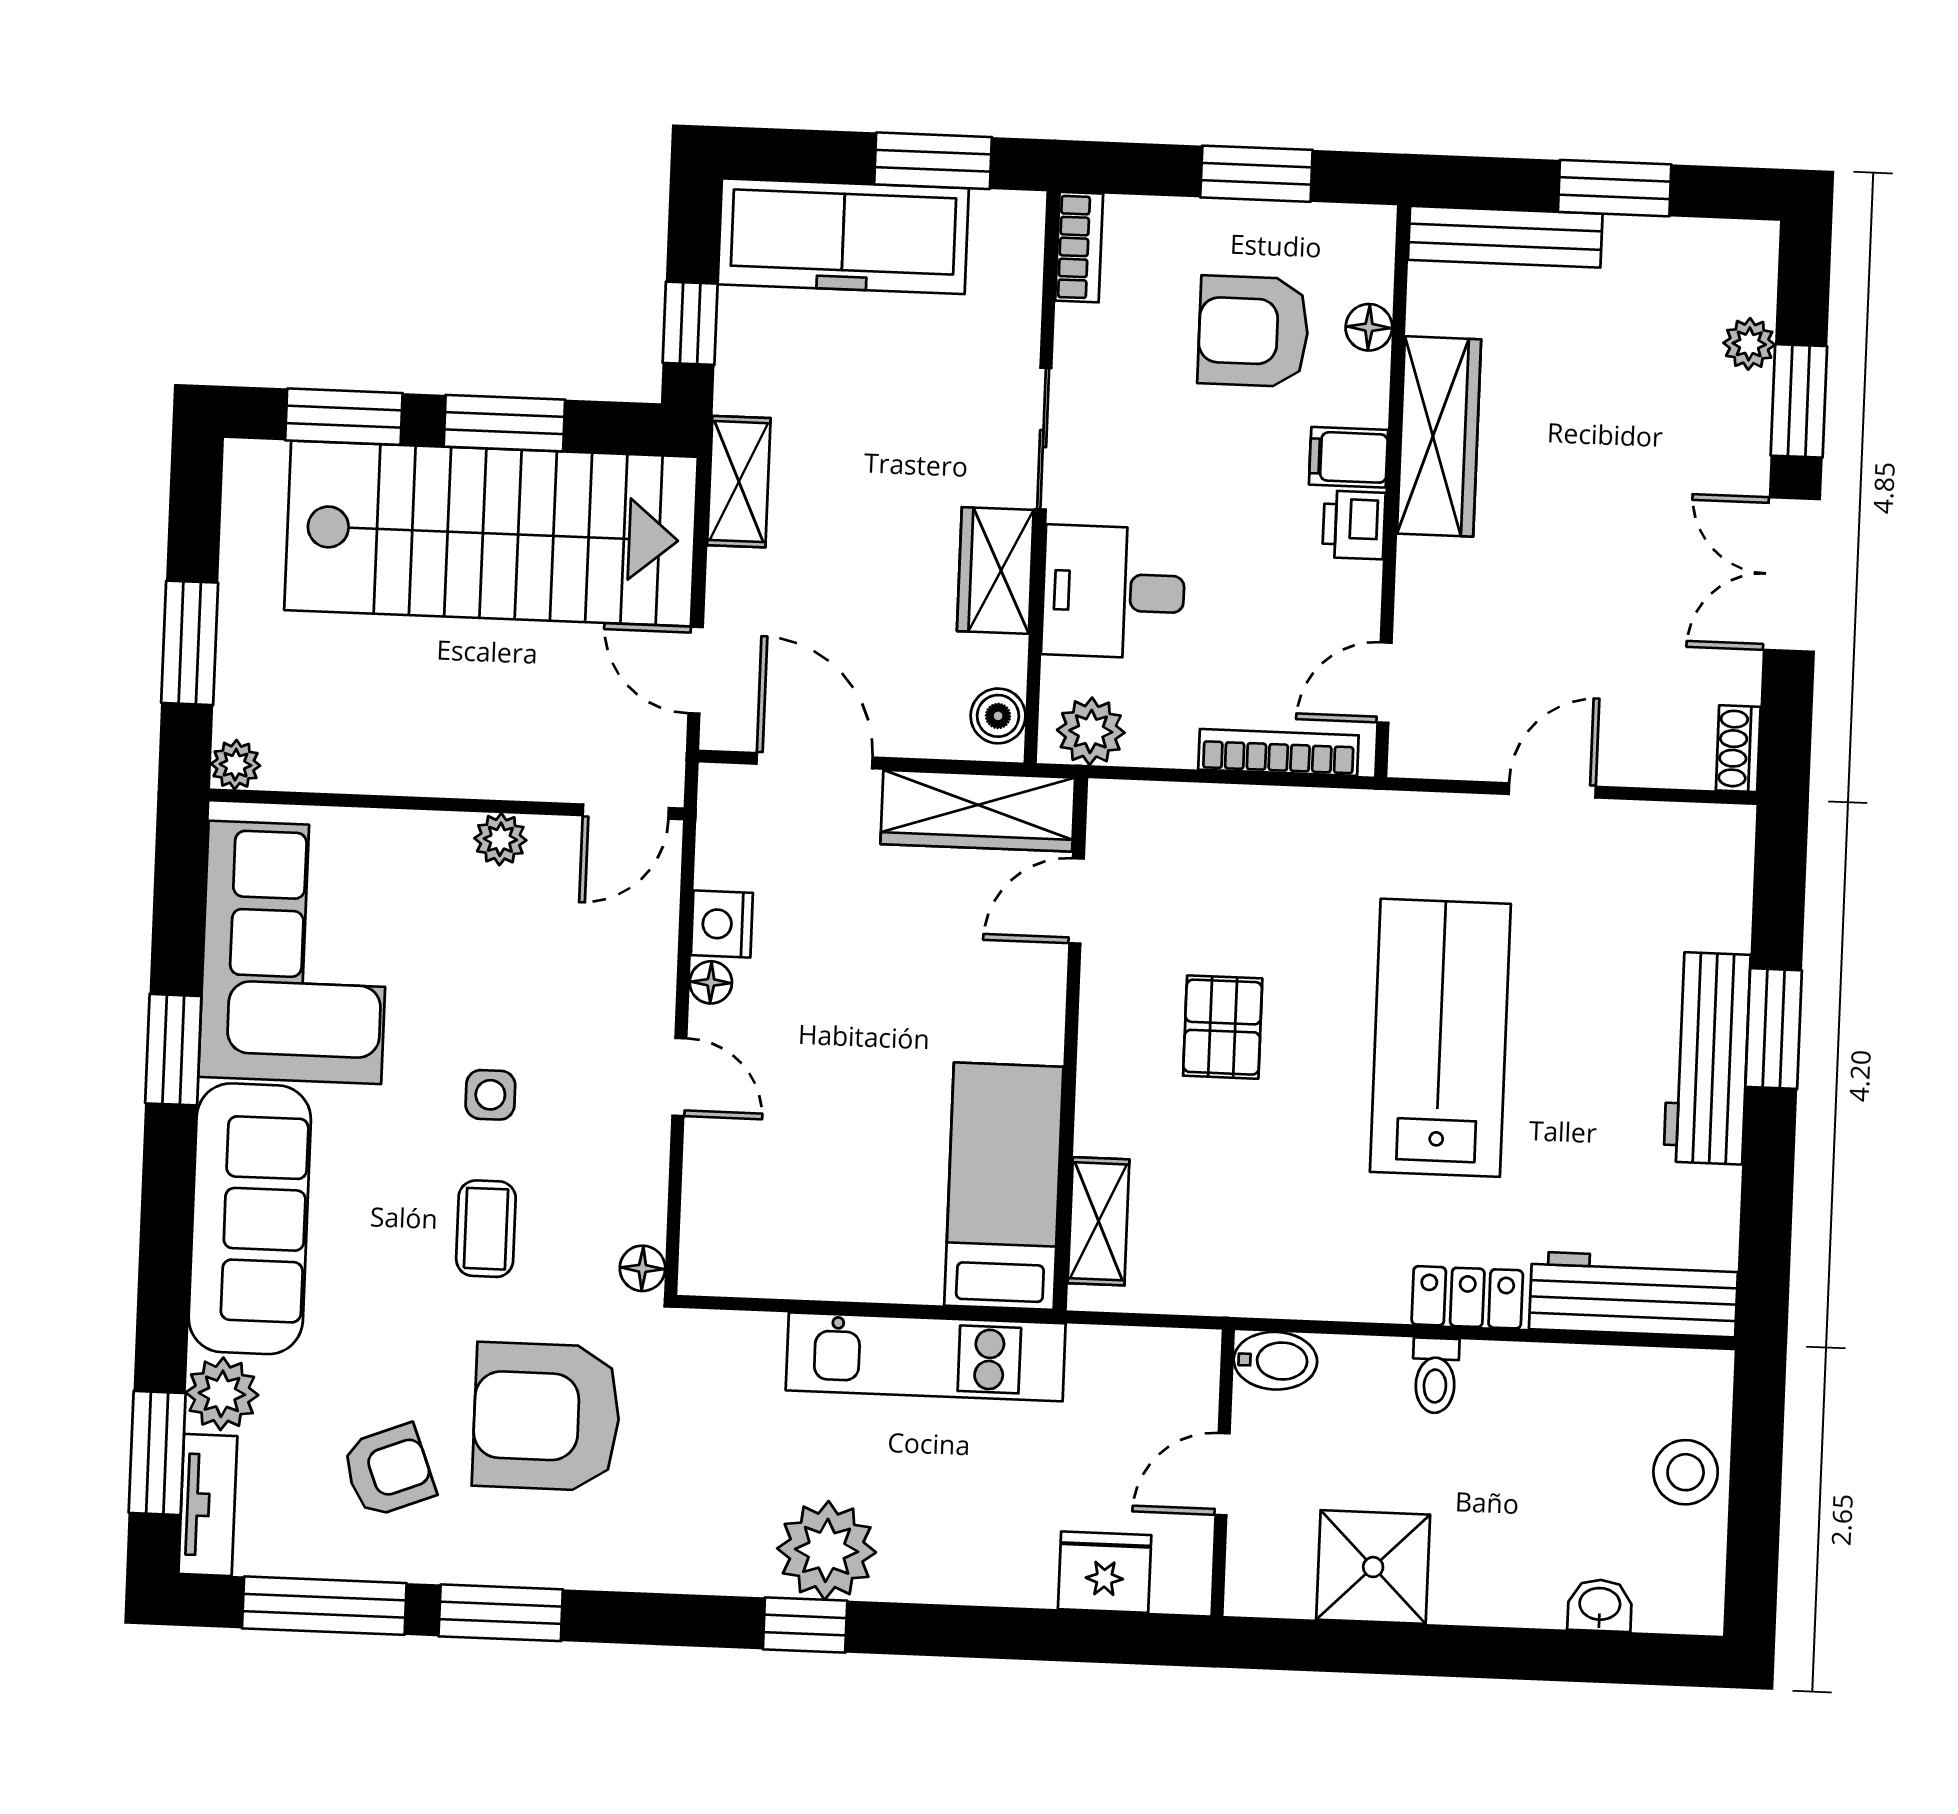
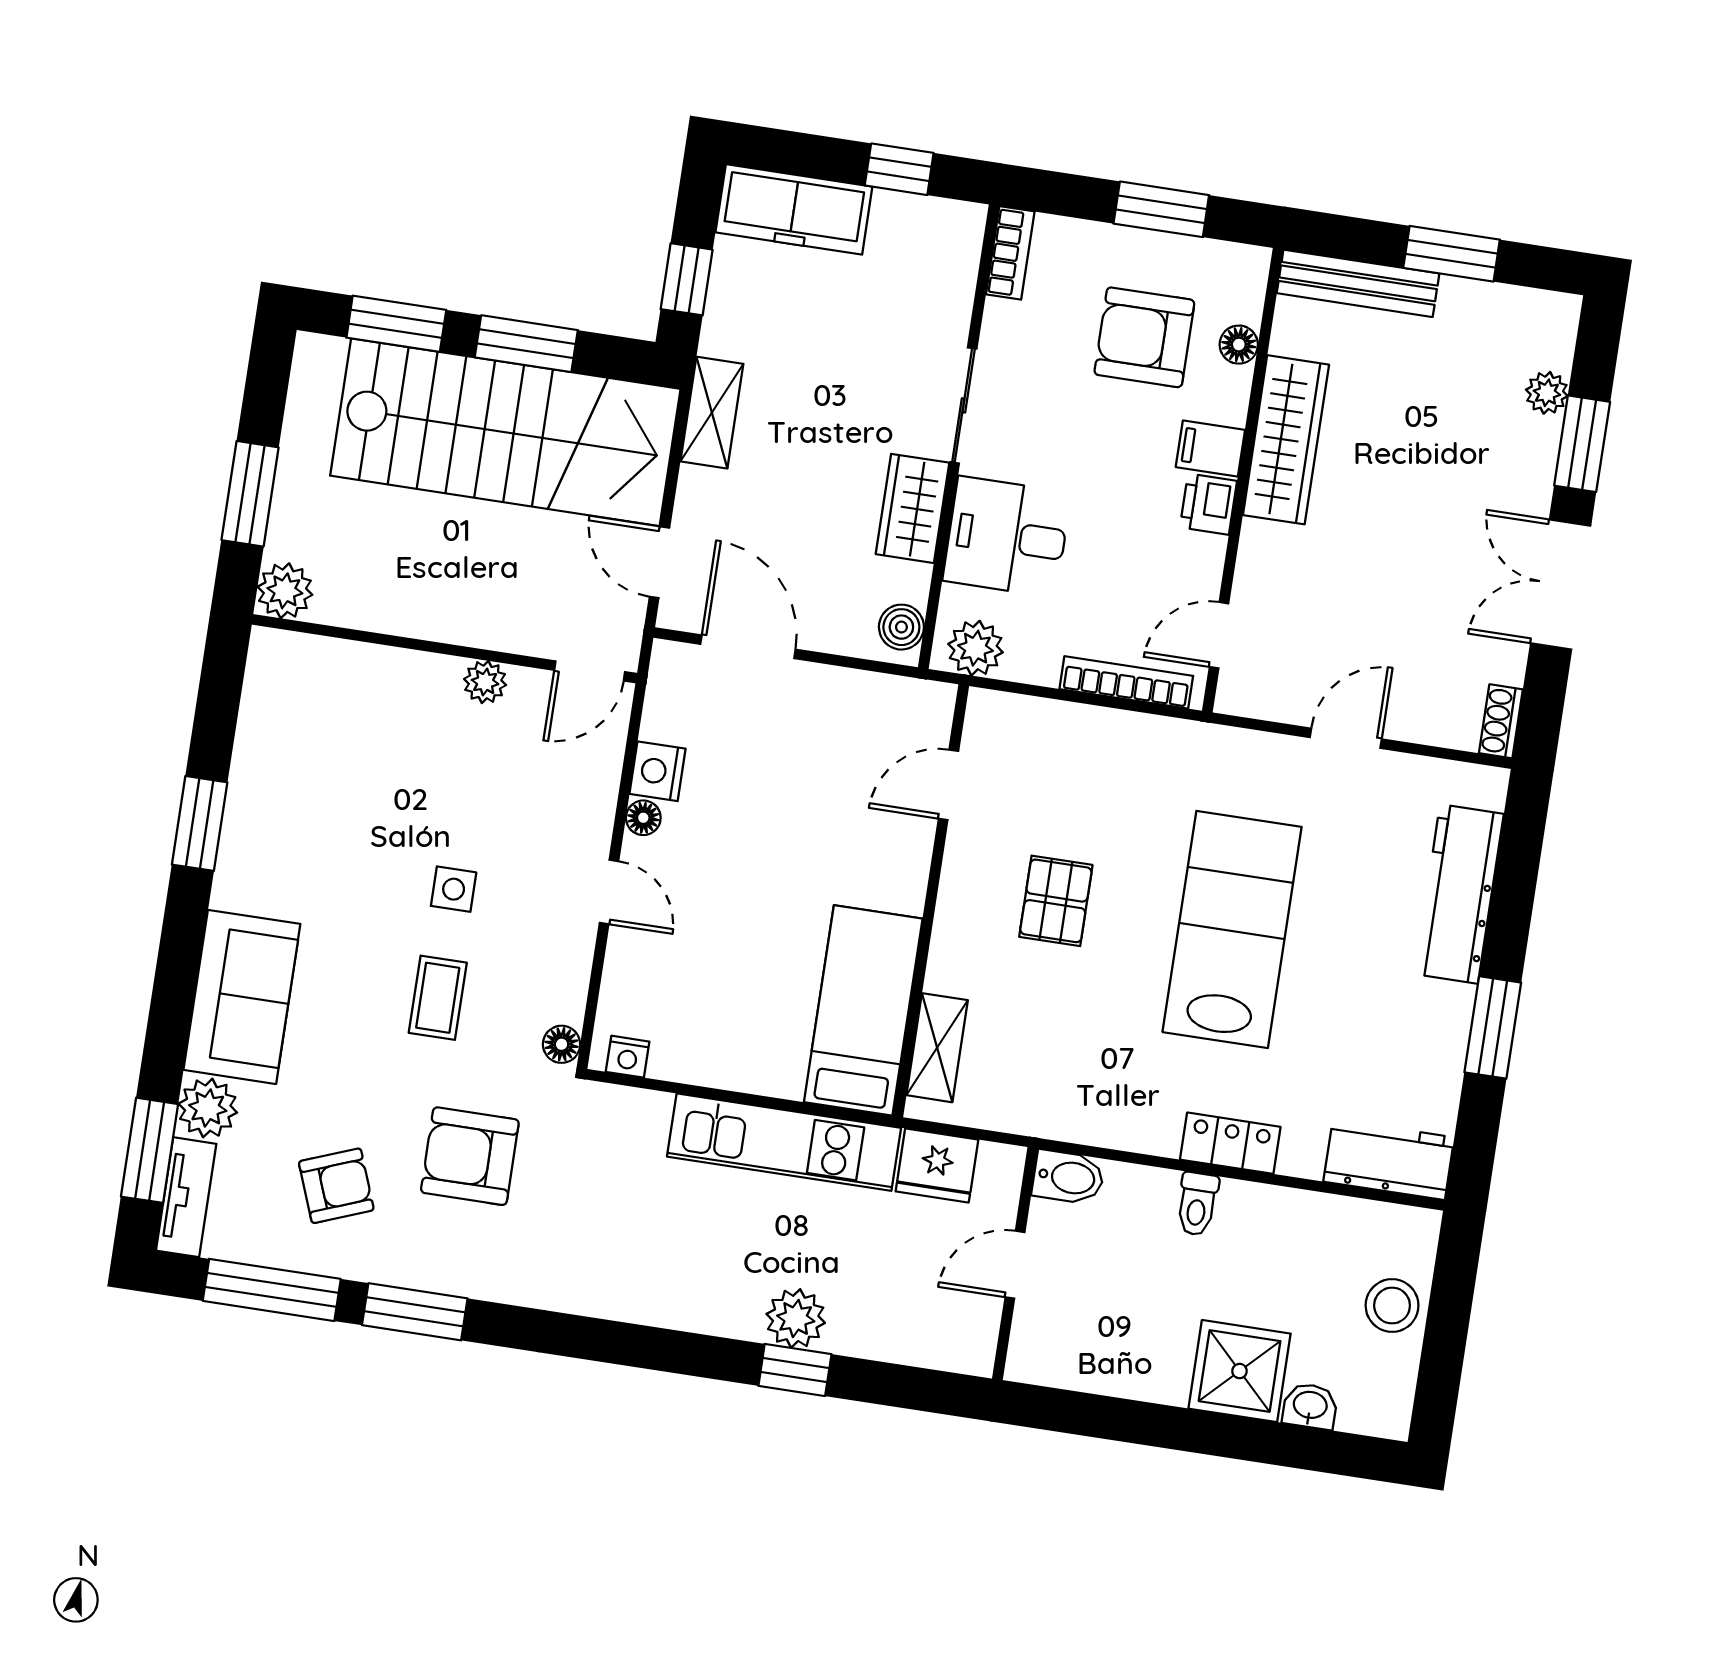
window: (933, 161) -> (899, 169), width x0.67
freezer: (843, 236) -> (794, 209), width x0.73, depth x0.79
plant: (236, 765) -> (285, 591), width x1.38, depth x1.38
wardrobe: (978, 811) -> (876, 702), removed
corner sofa: (295, 952) -> (307, 755), removed
window: (1774, 1029) -> (1493, 1027), moved
workbench: (1707, 1058) -> (1459, 894), moved
sofa: (250, 1219) -> (242, 997), width x0.73
nightstand: (724, 1274) -> (628, 1057), added
workbench: (1634, 1294) -> (1389, 1159), width x0.73
armchair: (546, 1417) -> (470, 1156), width x0.73, depth x0.73
plant: (827, 1550) -> (796, 1318), moved, width x0.73, depth x0.73
shower: (1373, 1567) -> (1240, 1371), moved
fridge: (1105, 1572) -> (937, 1165), moved, turned 180
window: (805, 1625) -> (795, 1370), moved

